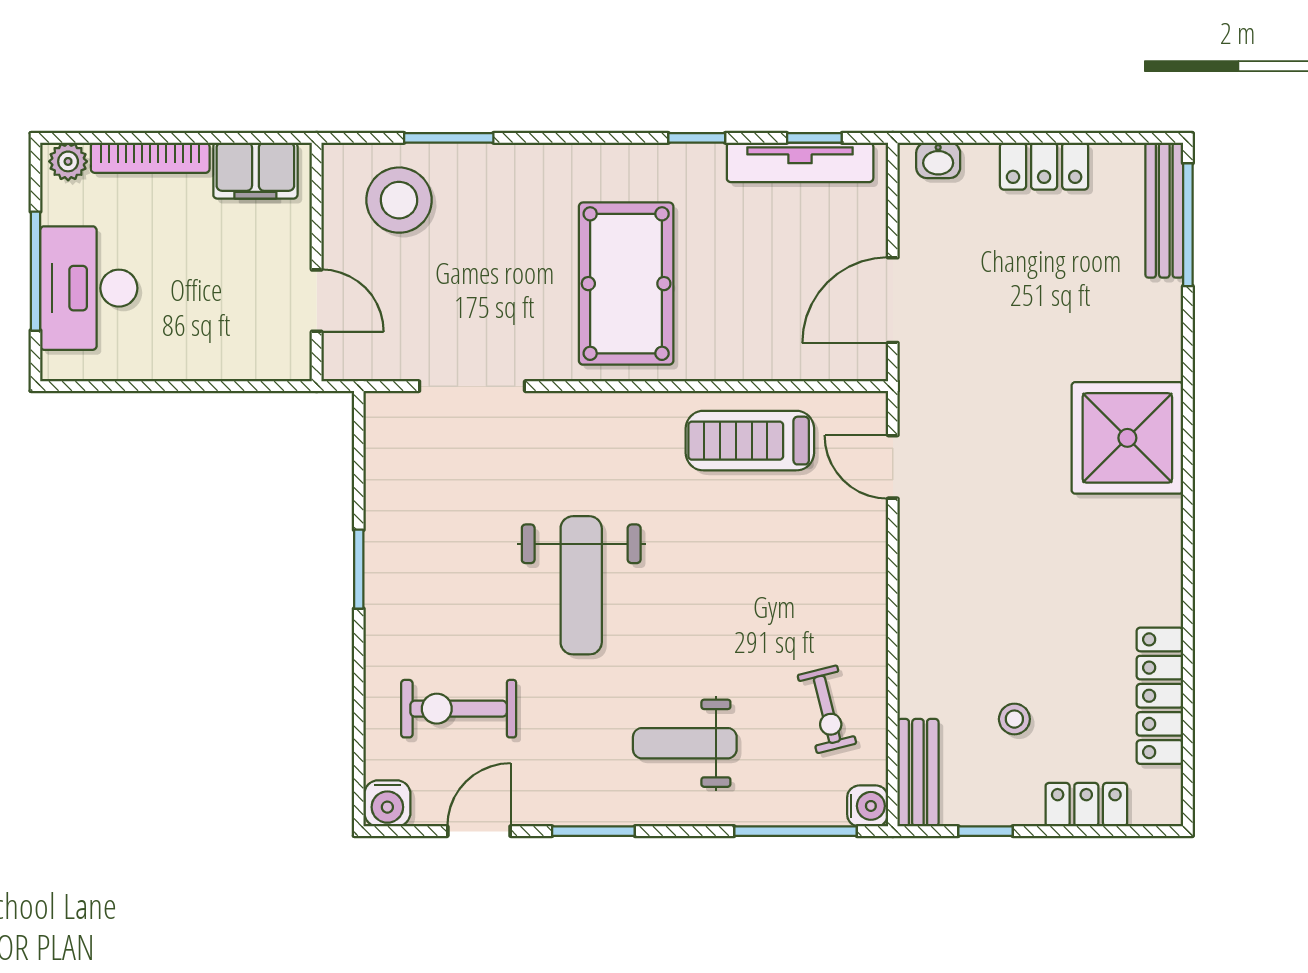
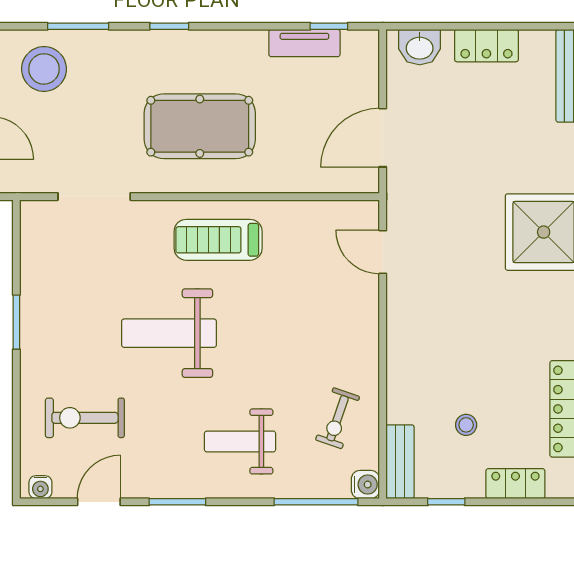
window: (697, 138) -> (169, 26), moved
washbasin: (938, 160) -> (420, 47), width x1.38, depth x1.45
tv unit: (800, 162) -> (304, 43), width x0.71
pool table: (626, 284) -> (200, 126), turned 90
treadmill: (750, 441) -> (218, 240), moved
weight bench: (581, 585) -> (169, 333), turned 90
exercise bike: (827, 709) -> (338, 418), turned 33
water cooler: (387, 803) -> (40, 487), width x0.72, depth x0.72

